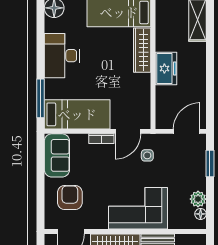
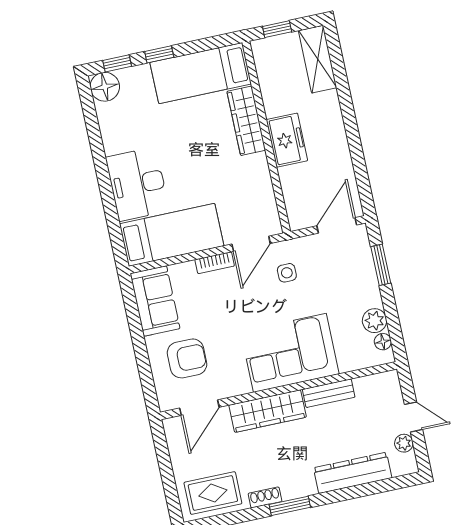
desk: (62, 56) -> (137, 184), moved
window: (41, 98) -> (113, 223), removed
armchair: (70, 198) -> (187, 358), turned 90

